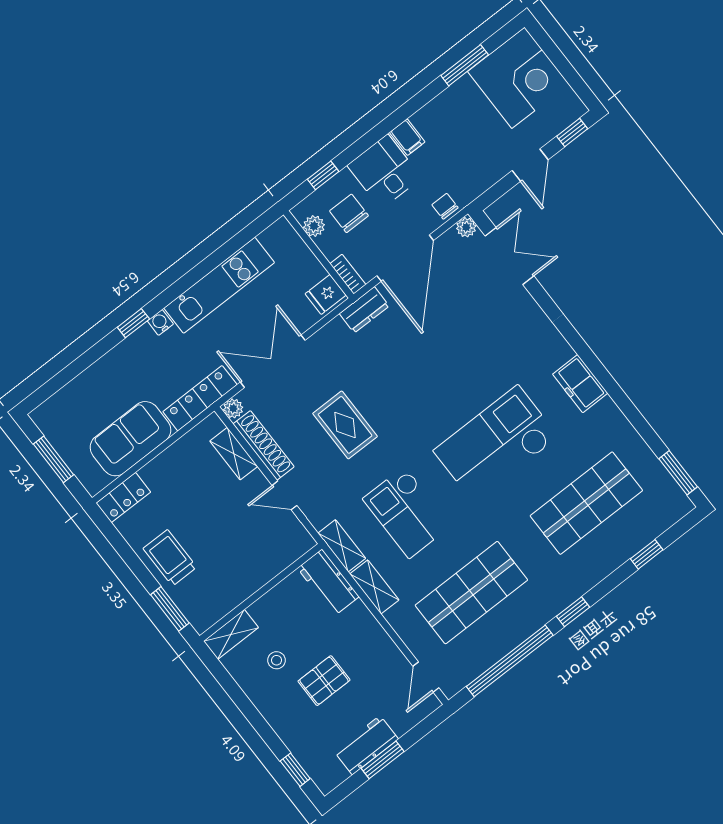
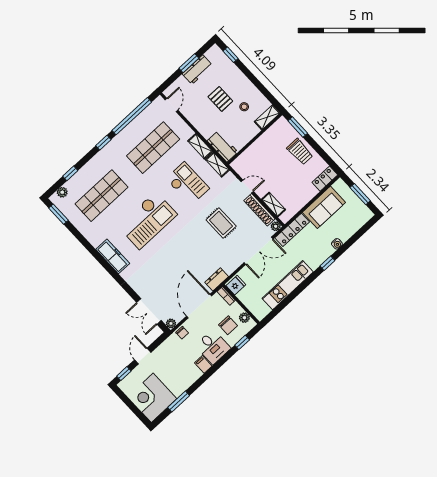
water cooler: (160, 322) -> (337, 244), moved
freezer: (580, 384) -> (113, 256), width x1.40
plant: (666, 517) -> (62, 192), added
pallet: (324, 681) -> (220, 99), turned 90

